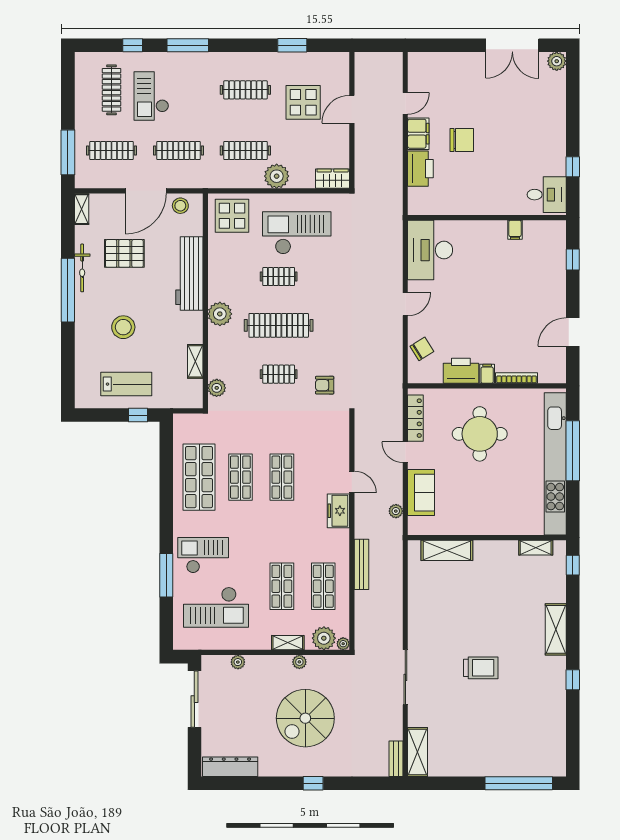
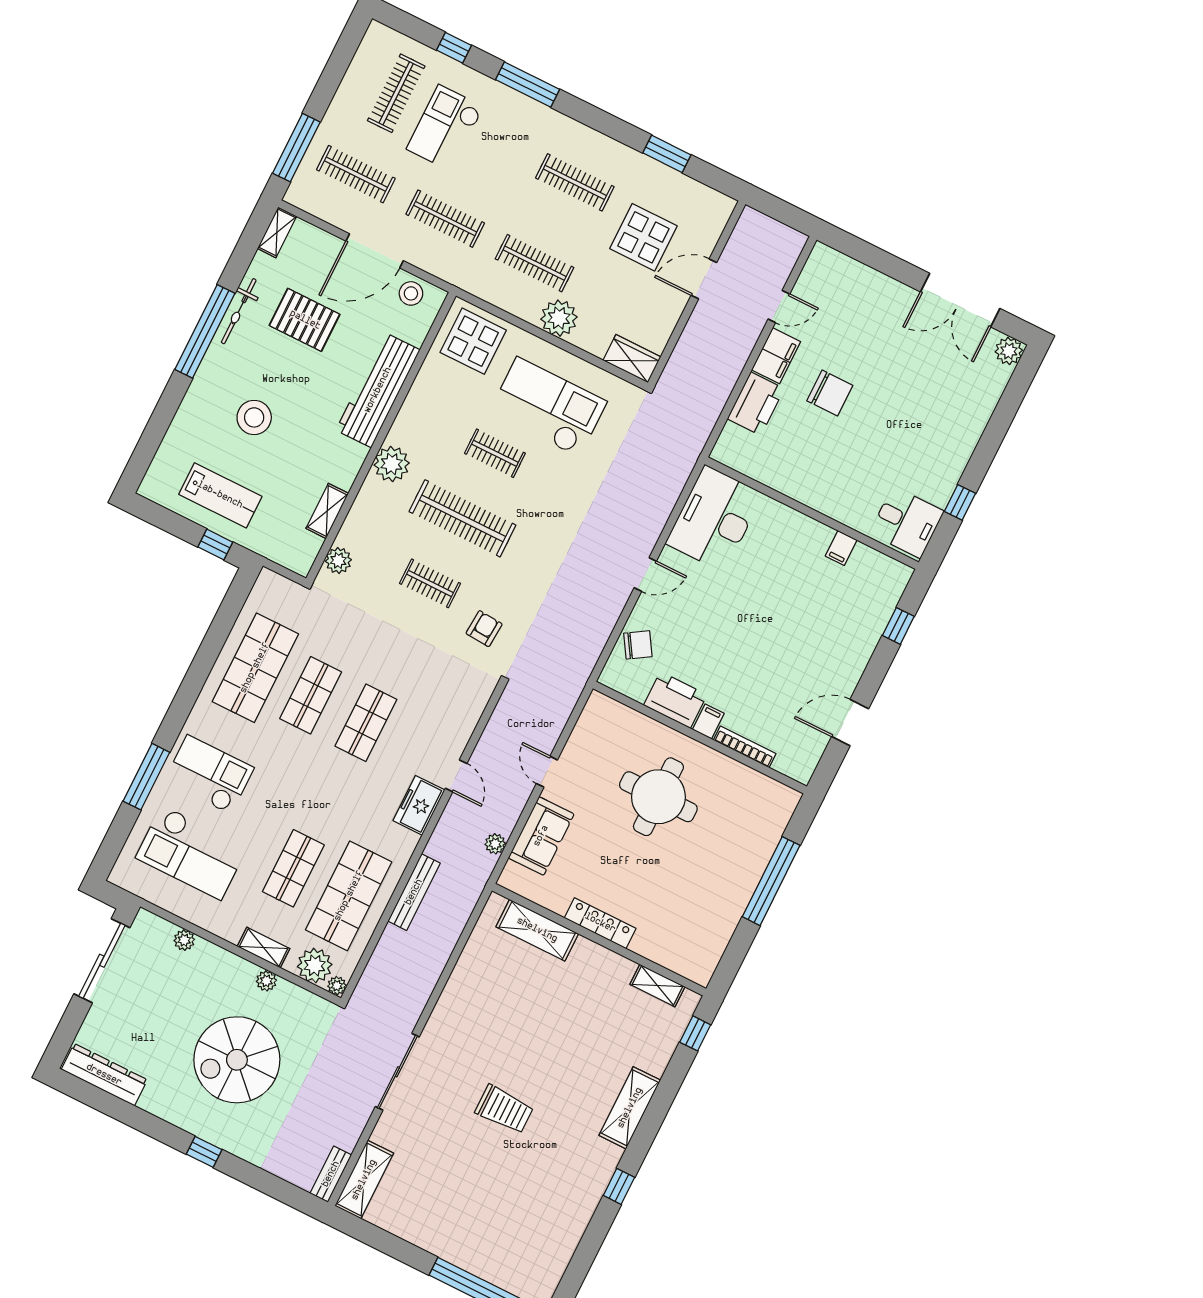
armchair: (325, 385) -> (484, 629), turned 94
locker: (415, 418) -> (600, 923), moved, turned -90
kitchen unit: (555, 464) -> (739, 887), removed
shop shelf: (323, 586) -> (349, 896), width x1.43, depth x1.36

